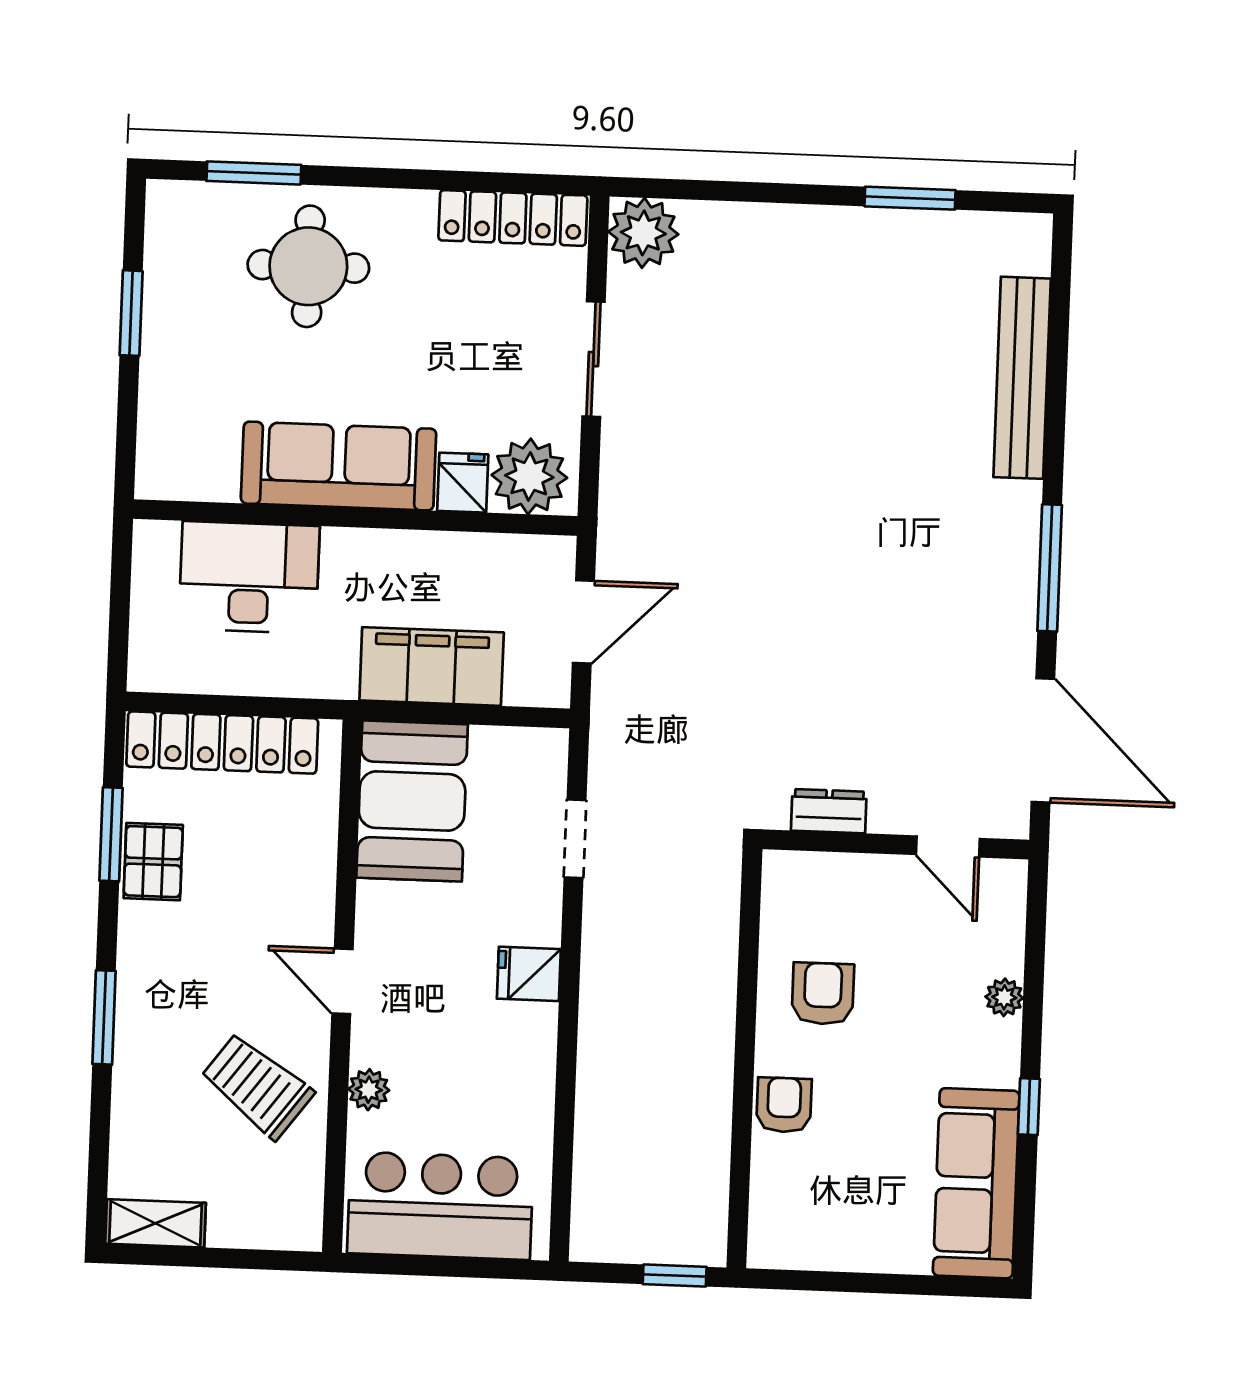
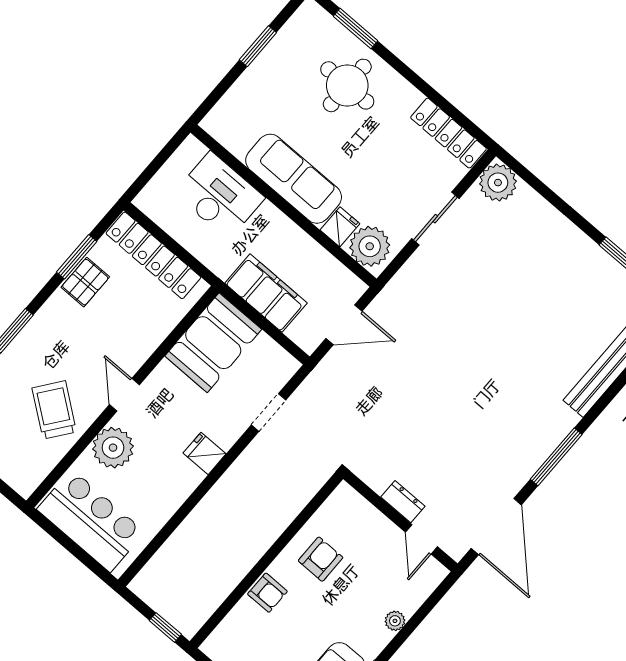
dresser: (829, 811) -> (403, 502), moved
plant: (369, 1090) -> (113, 448), width x1.88, depth x1.88
armchair: (784, 1105) -> (267, 593), turned 90

